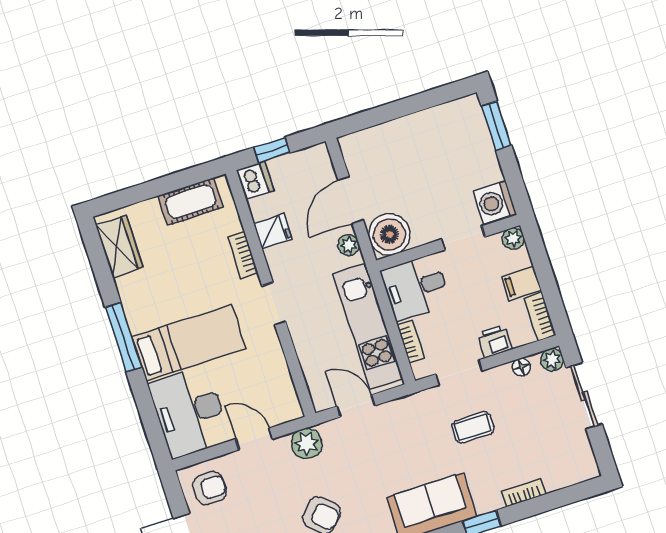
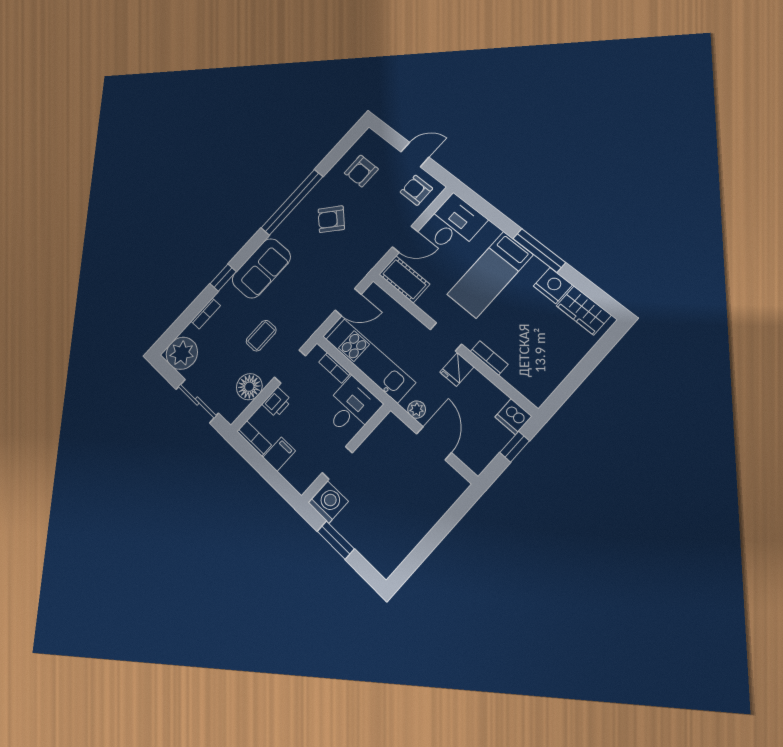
window: (496, 126) -> (336, 540), moved
cot: (191, 202) -> (404, 279), moved, turned 90
fridge: (273, 231) -> (457, 369), moved
boiler: (389, 234) -> (392, 434), removed
plant: (513, 239) -> (301, 483), removed
nightstand: (133, 291) -> (553, 285), added
plant: (552, 360) -> (182, 353), moved, width x1.88, depth x1.88
floor lamp: (521, 367) -> (249, 387), width x1.89, depth x1.89
desk: (189, 412) -> (454, 225), width x0.73
plant: (307, 444) -> (368, 258), removed
armchair: (210, 488) -> (416, 190), turned 90

